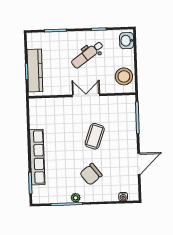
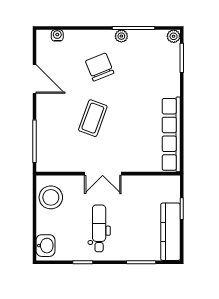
dental chair: (87, 55) -> (99, 228), turned -54
kitchen counter: (35, 71) -> (170, 232), moved
row of seats: (37, 157) -> (171, 134), moved
door: (139, 164) -> (35, 79), swing flipped
chair: (91, 174) -> (100, 67), turned -74
plant: (37, 199) -> (174, 36), added

